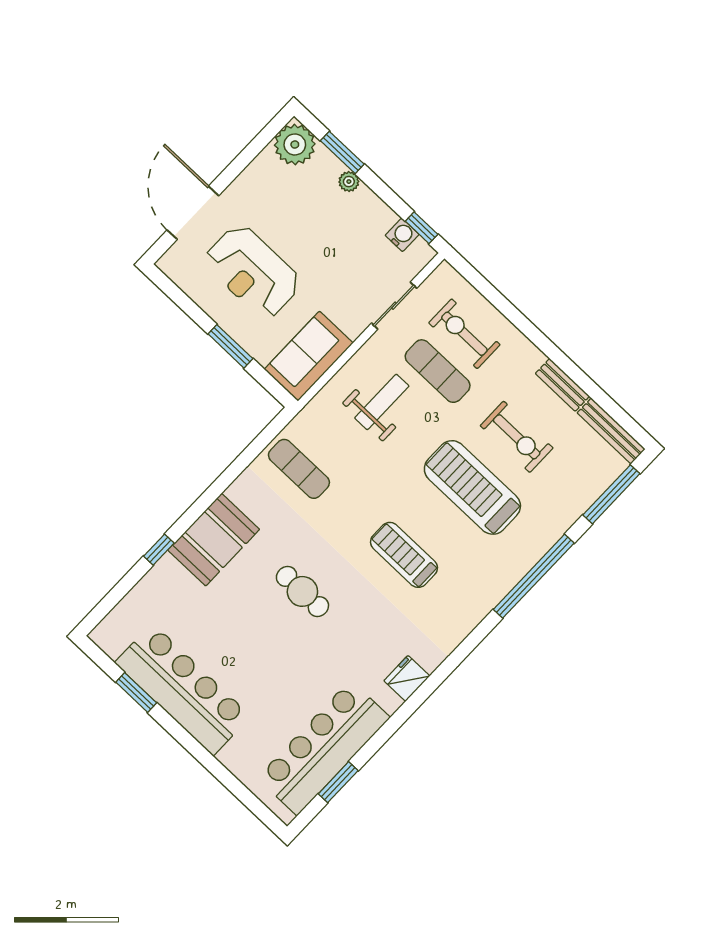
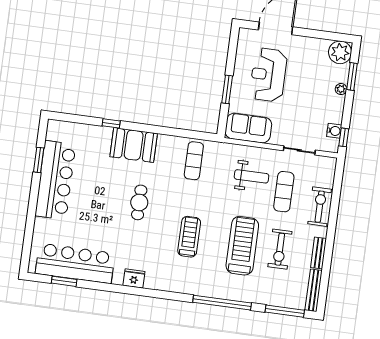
exercise bike: (464, 334) -> (320, 207), moved

